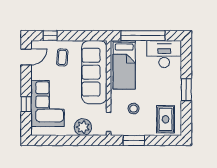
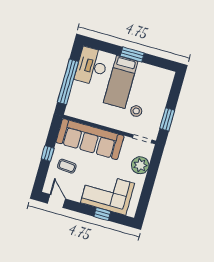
window: (50, 36) -> (48, 154), moved
bed: (124, 65) -> (121, 82), moved, turned 90
rug: (166, 119) -> (155, 83), removed

